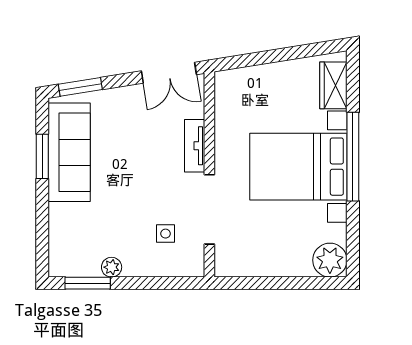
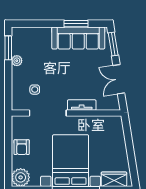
double door: (169, 73) -> (119, 79), moved
armchair: (273, 258) -> (22, 147), added

